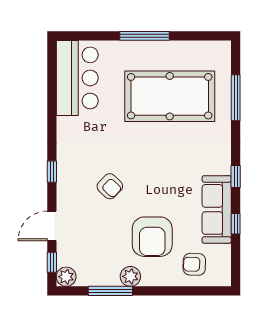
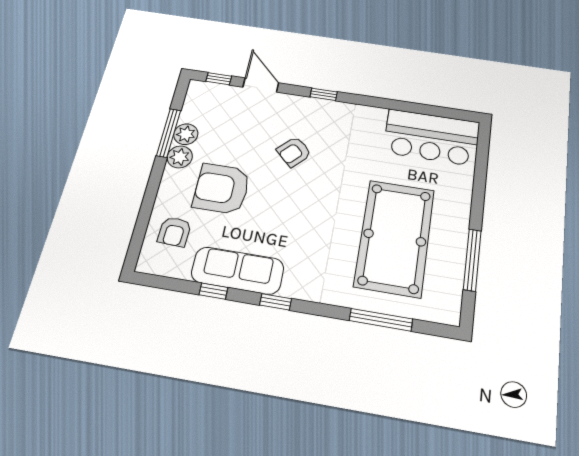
window: (145, 36) -> (472, 260), moved
armchair: (194, 264) -> (174, 232), turned 180
plant: (66, 277) -> (186, 134), moved

